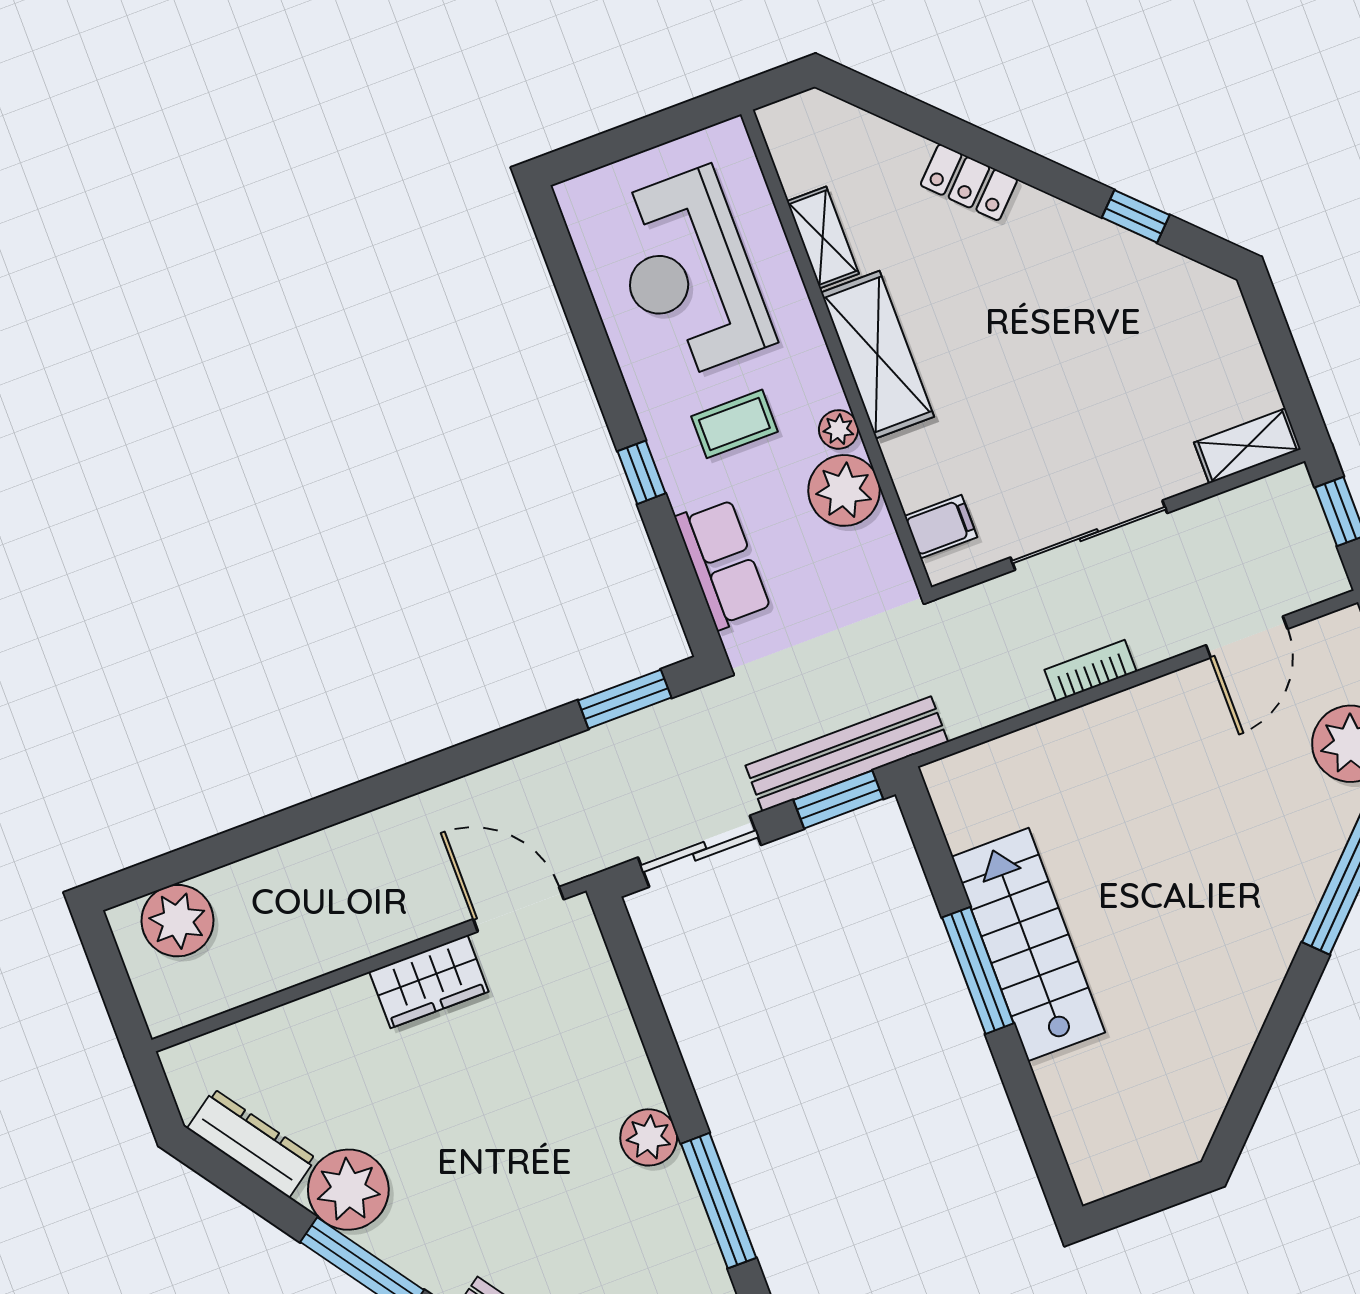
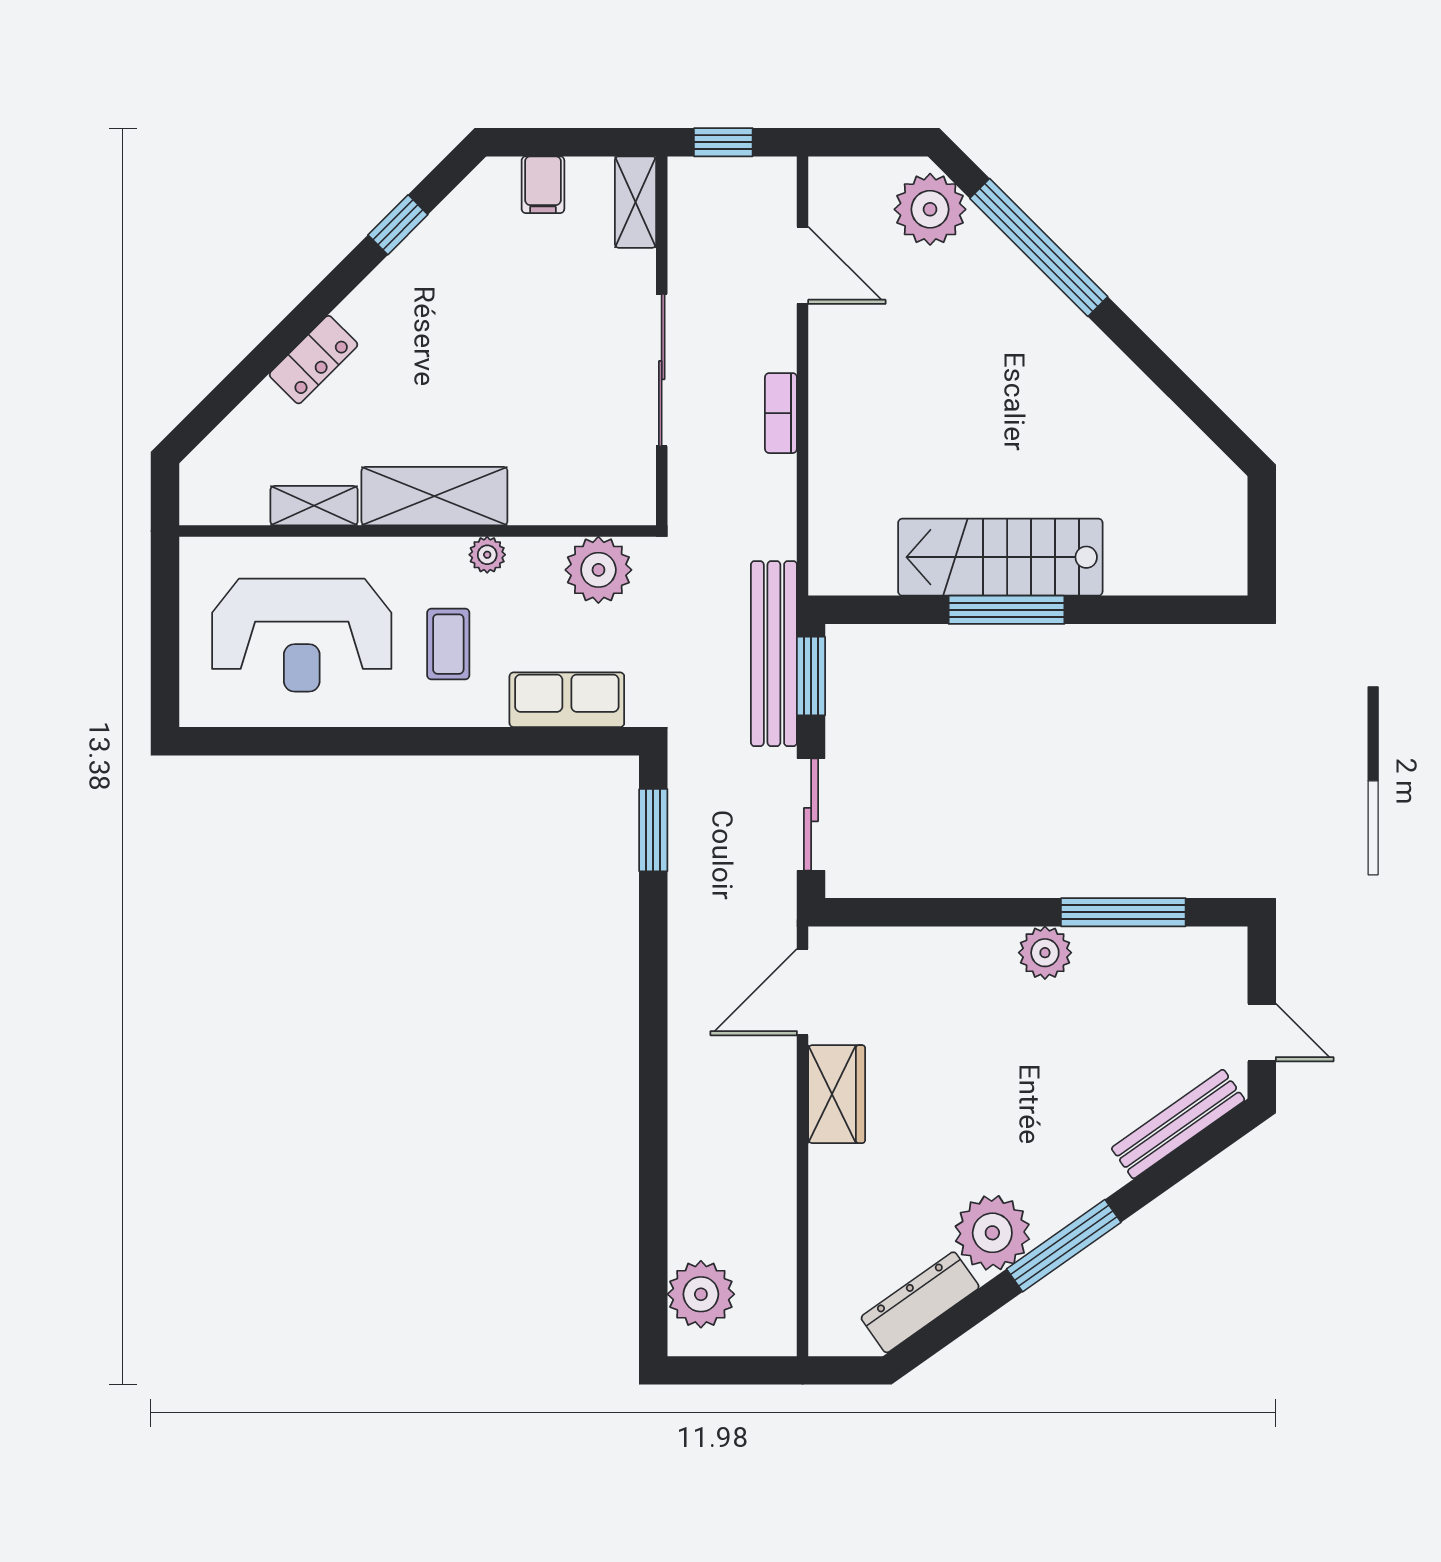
window: (641, 472) -> (460, 741), removed
plant: (844, 490) -> (598, 570), moved
filing cabinet: (941, 527) -> (543, 185), moved, turned 180

